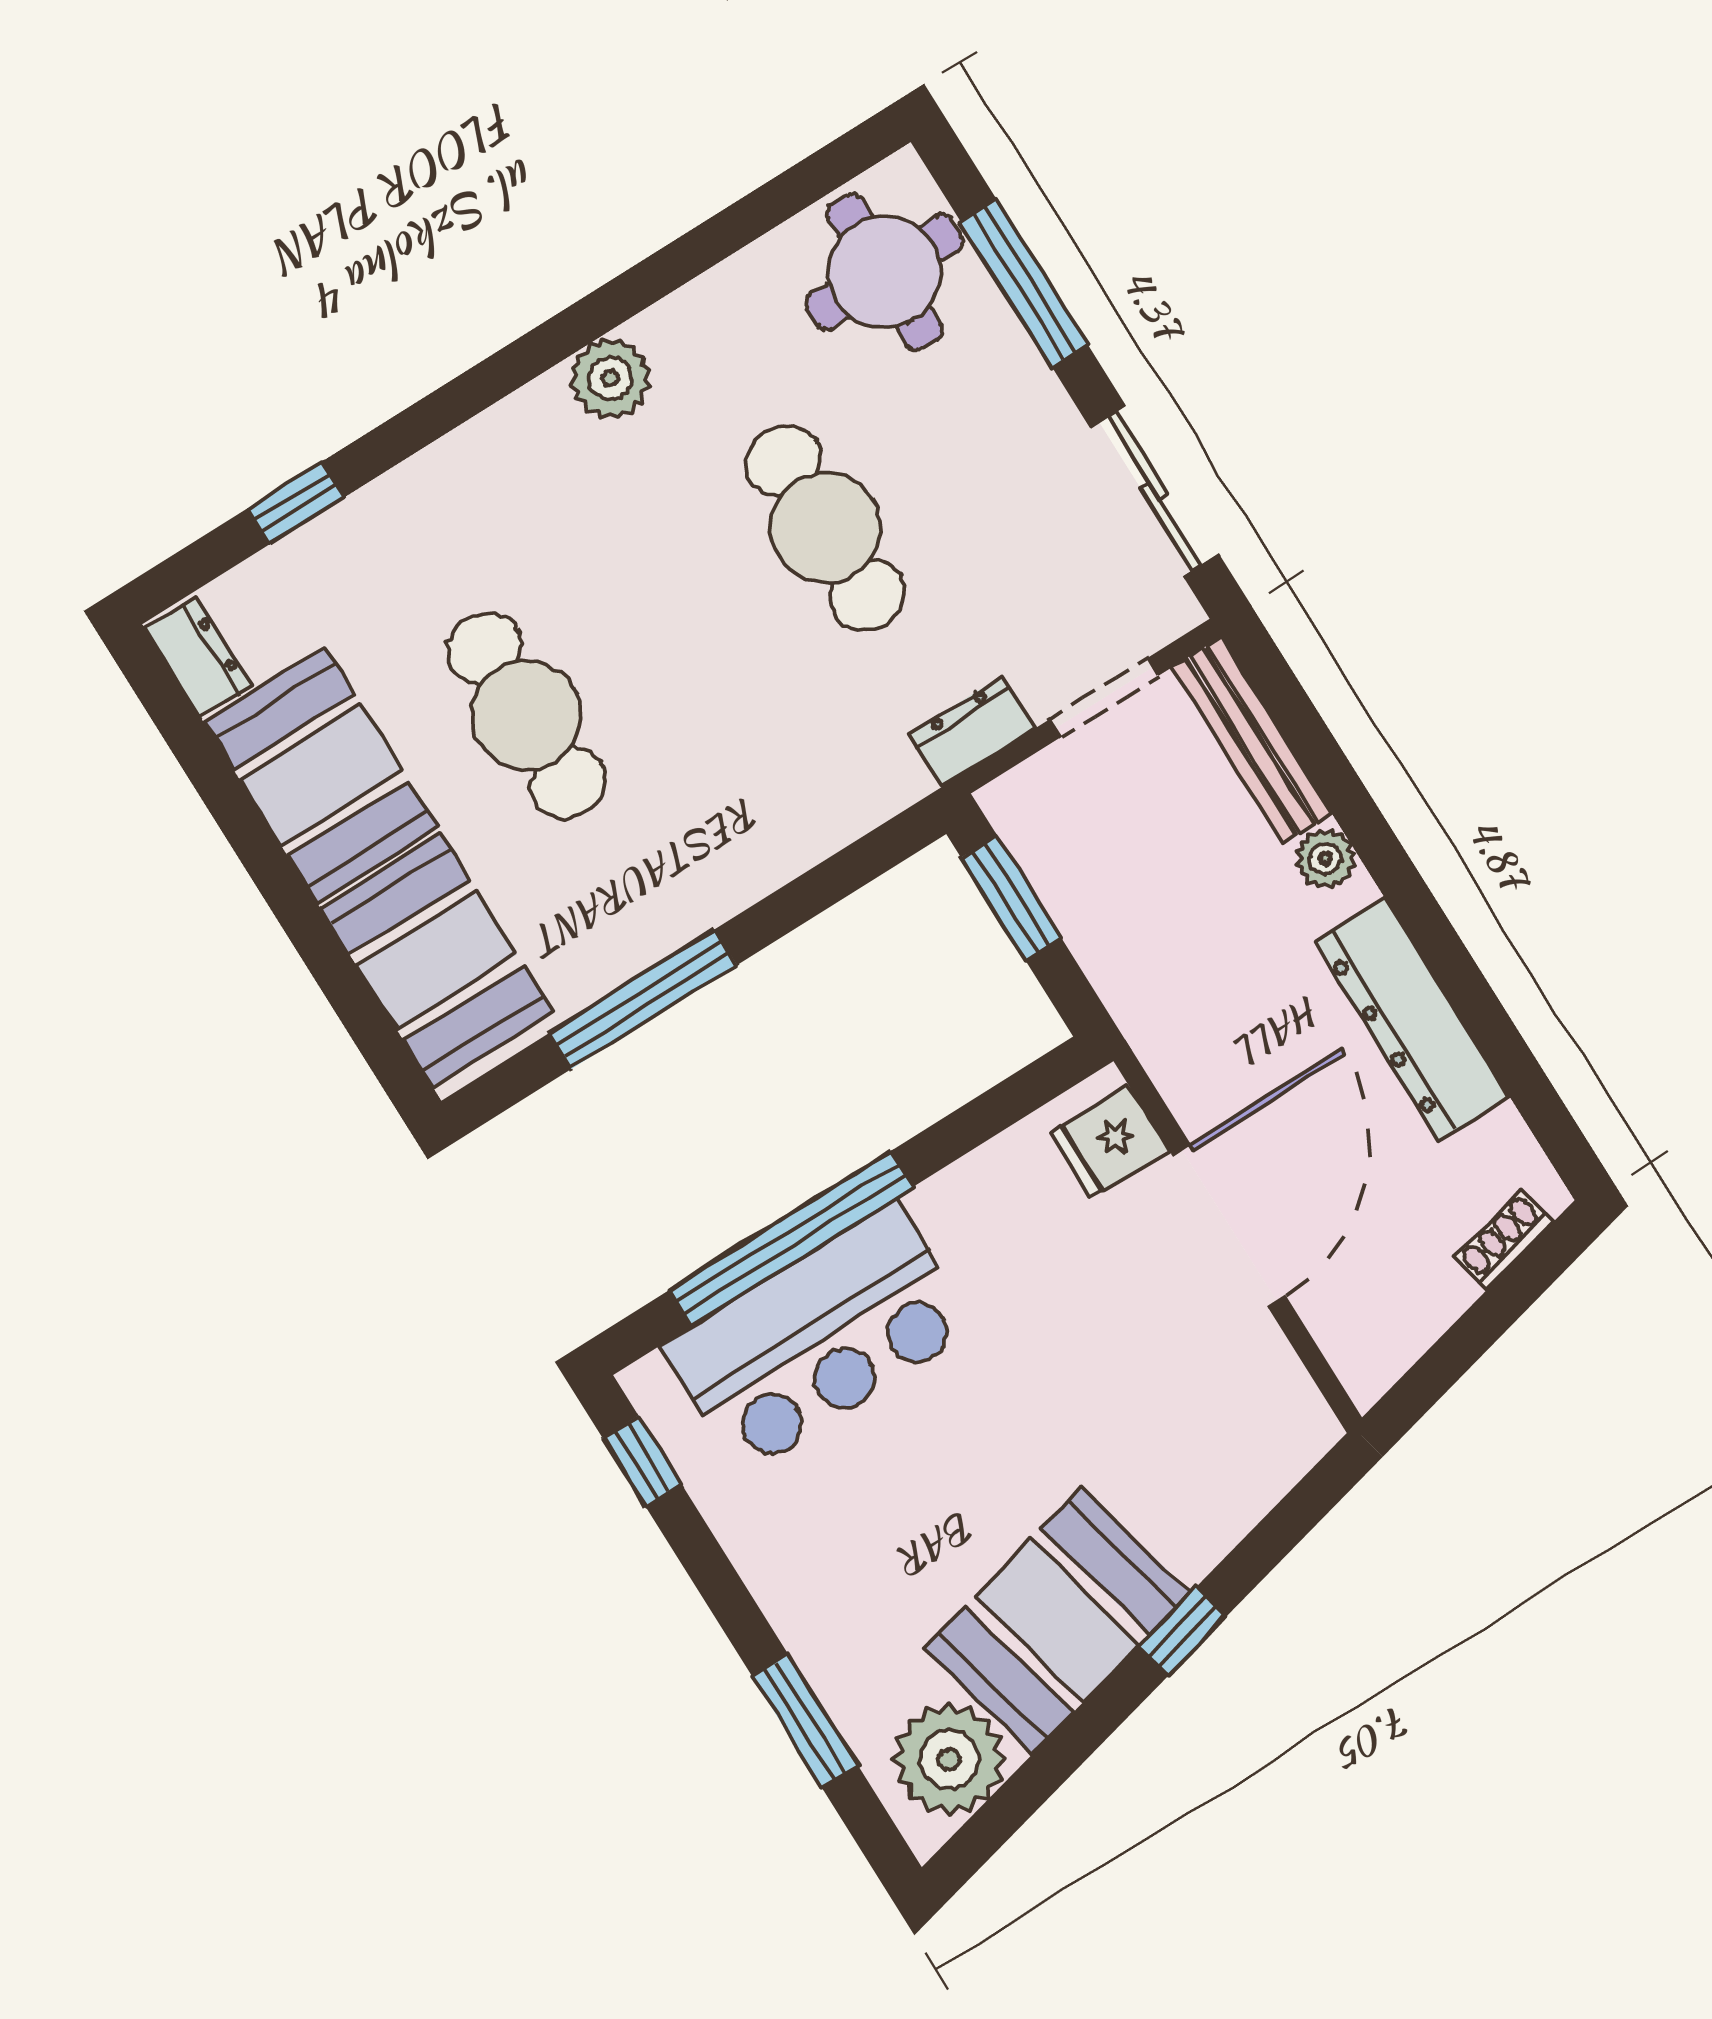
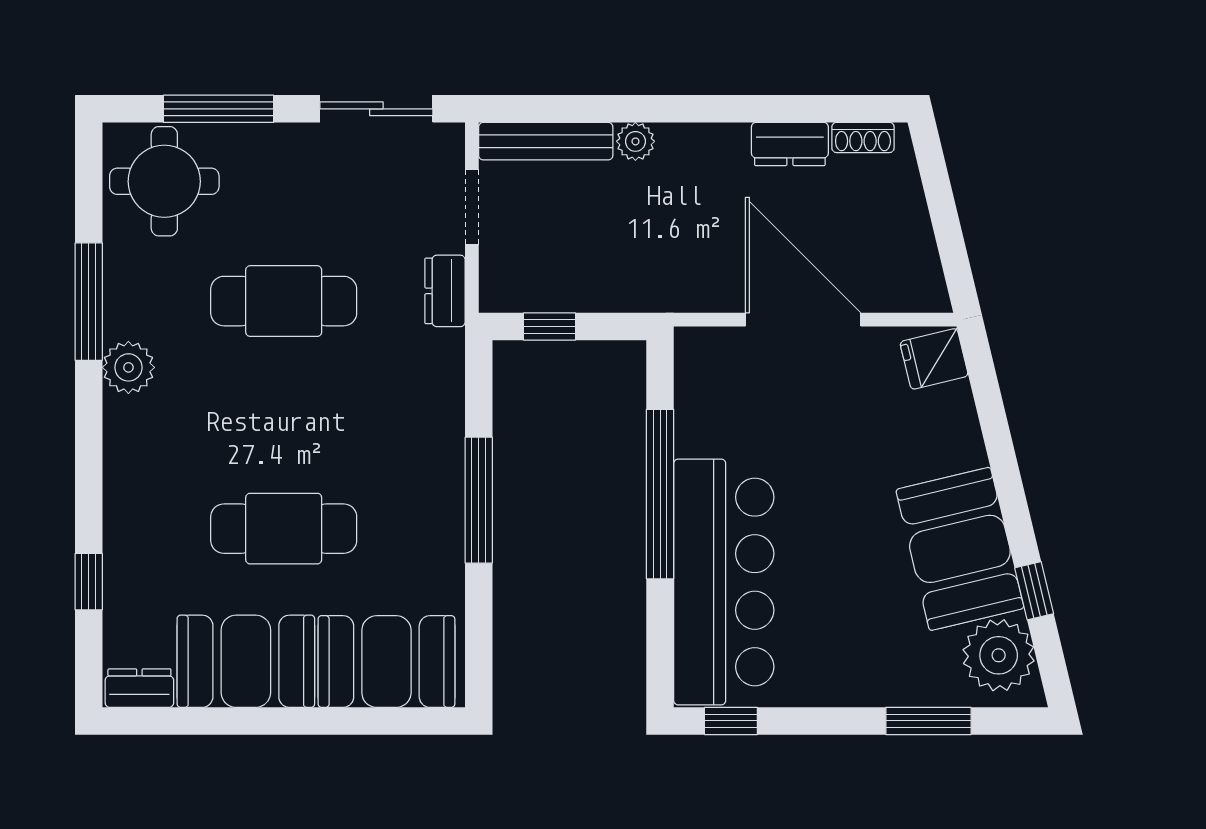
window: (664, 272) -> (89, 302), added
window: (1011, 898) -> (550, 326), width x0.67
window: (643, 999) -> (479, 500), moved
dresser: (1412, 1019) -> (790, 144), width x0.51, depth x0.80
fridge: (1110, 1141) -> (934, 359), moved, turned 76
window: (791, 1239) -> (660, 494), moved
shoe rack: (1504, 1239) -> (863, 137), moved, turned -76
bar counter: (819, 1338) -> (724, 582), width x1.36
window: (1182, 1631) -> (1034, 591), moved

